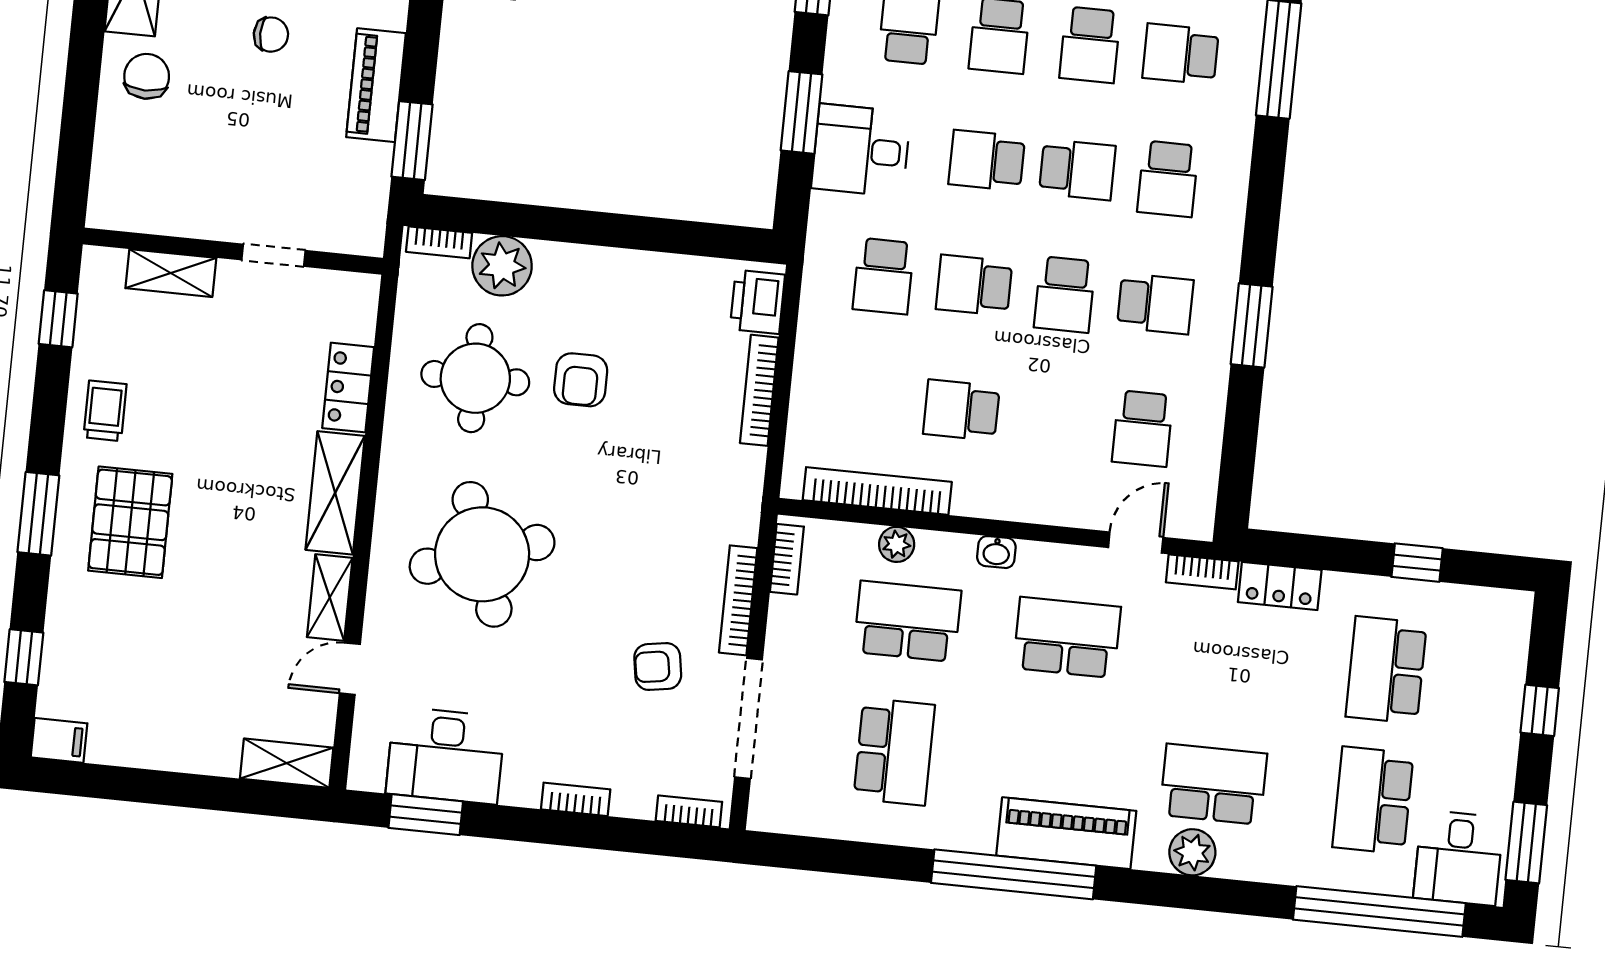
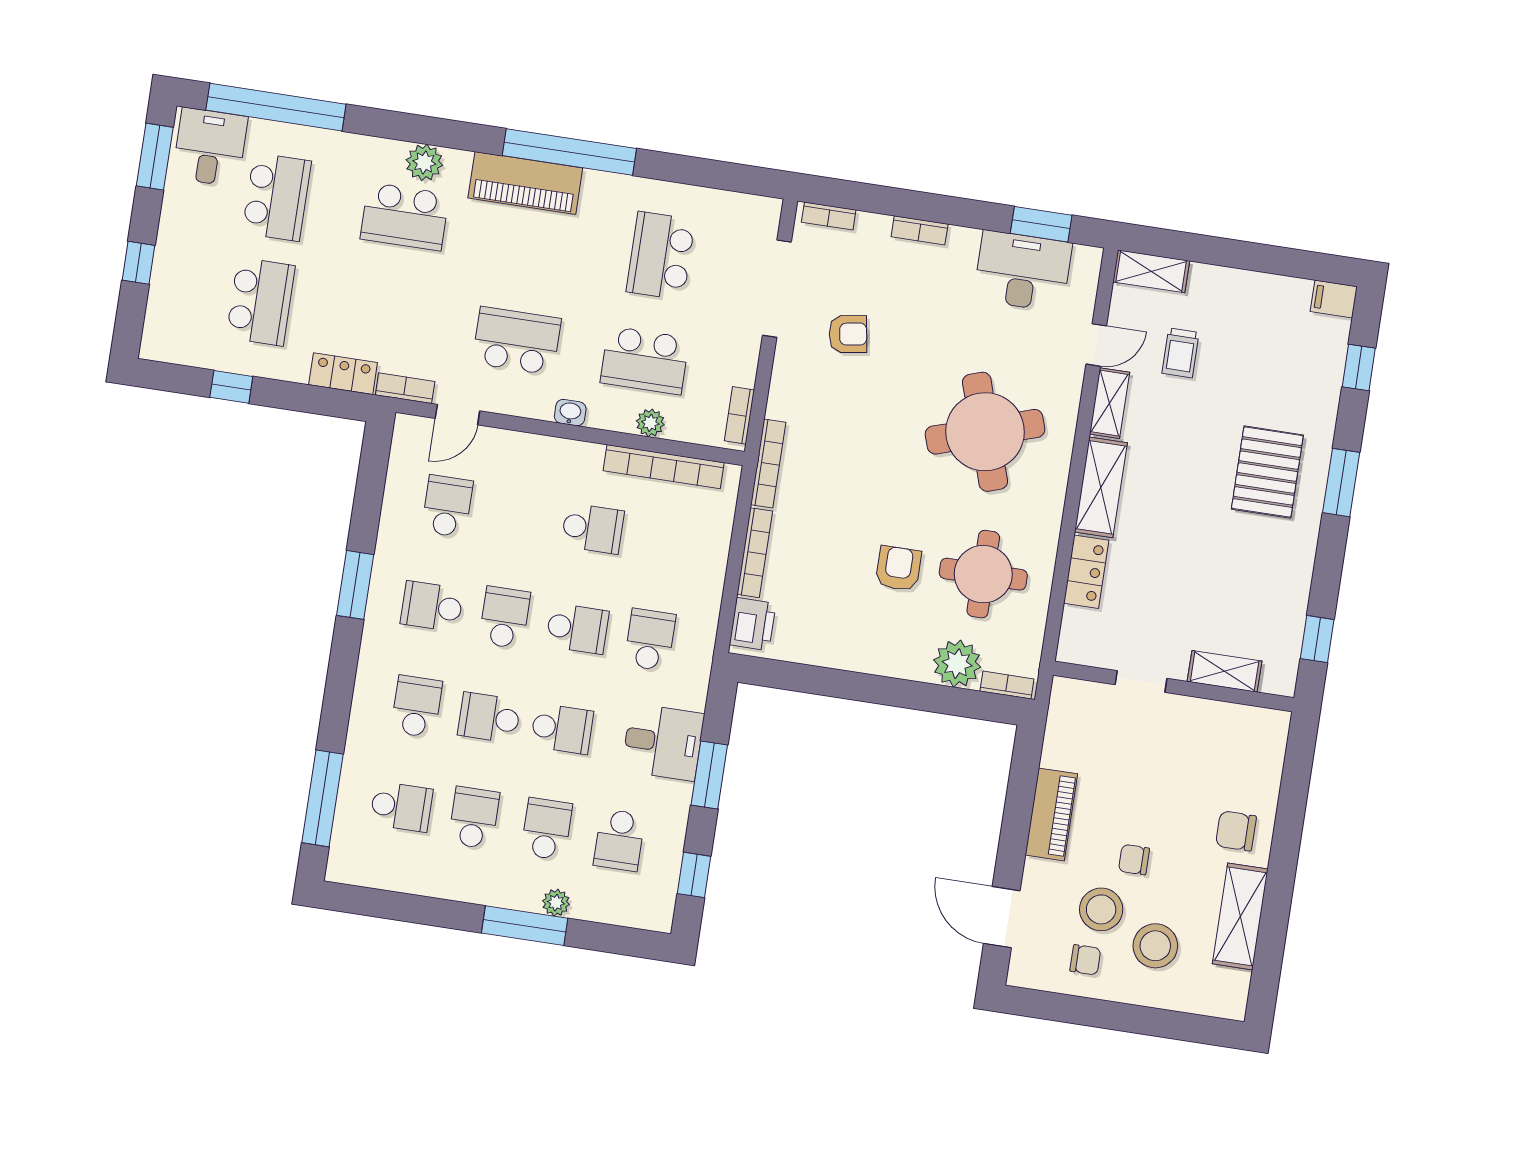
chair: (147, 76) -> (1236, 831), turned 90
window: (412, 141) -> (1025, 768), removed
trolley: (105, 411) -> (1181, 353), moved
bookcase: (738, 600) -> (768, 463), moved
school desk: (1067, 637) -> (517, 341), turned 180

